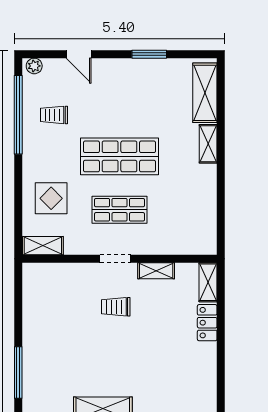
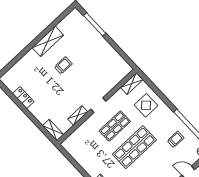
trolley: (116, 307) -> (63, 65), moved
locker: (207, 323) -> (23, 98), moved

